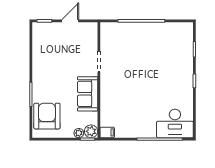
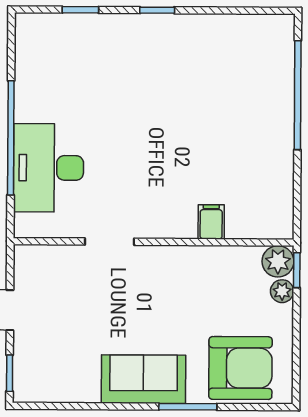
sofa: (88, 94) -> (144, 379), moved, turned 180
armchair: (47, 116) -> (240, 368), turned 180
desk: (175, 123) -> (49, 168), moved, turned 180
filing cabinet: (107, 132) -> (211, 222), moved

